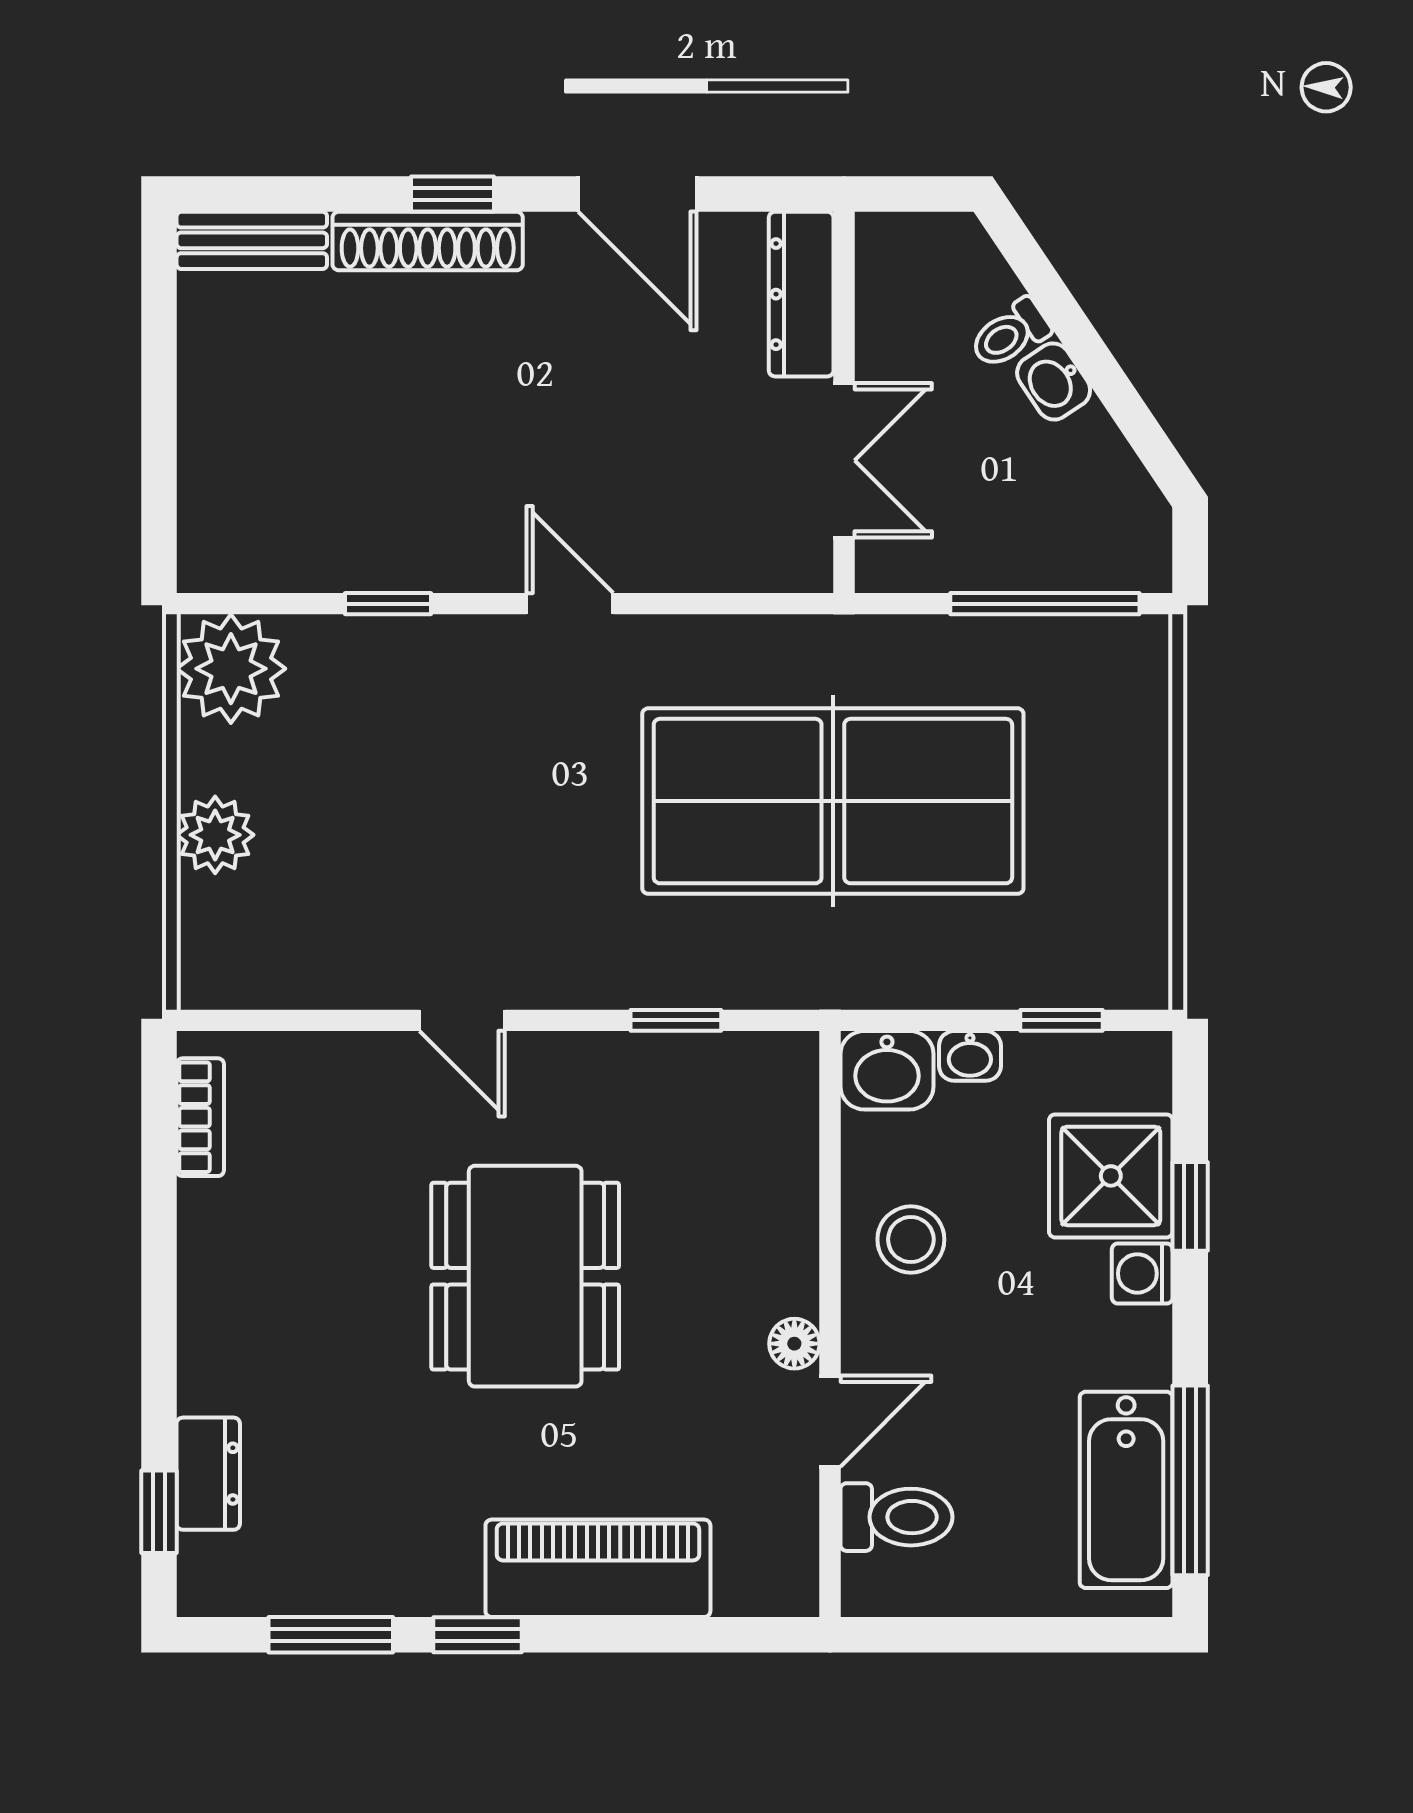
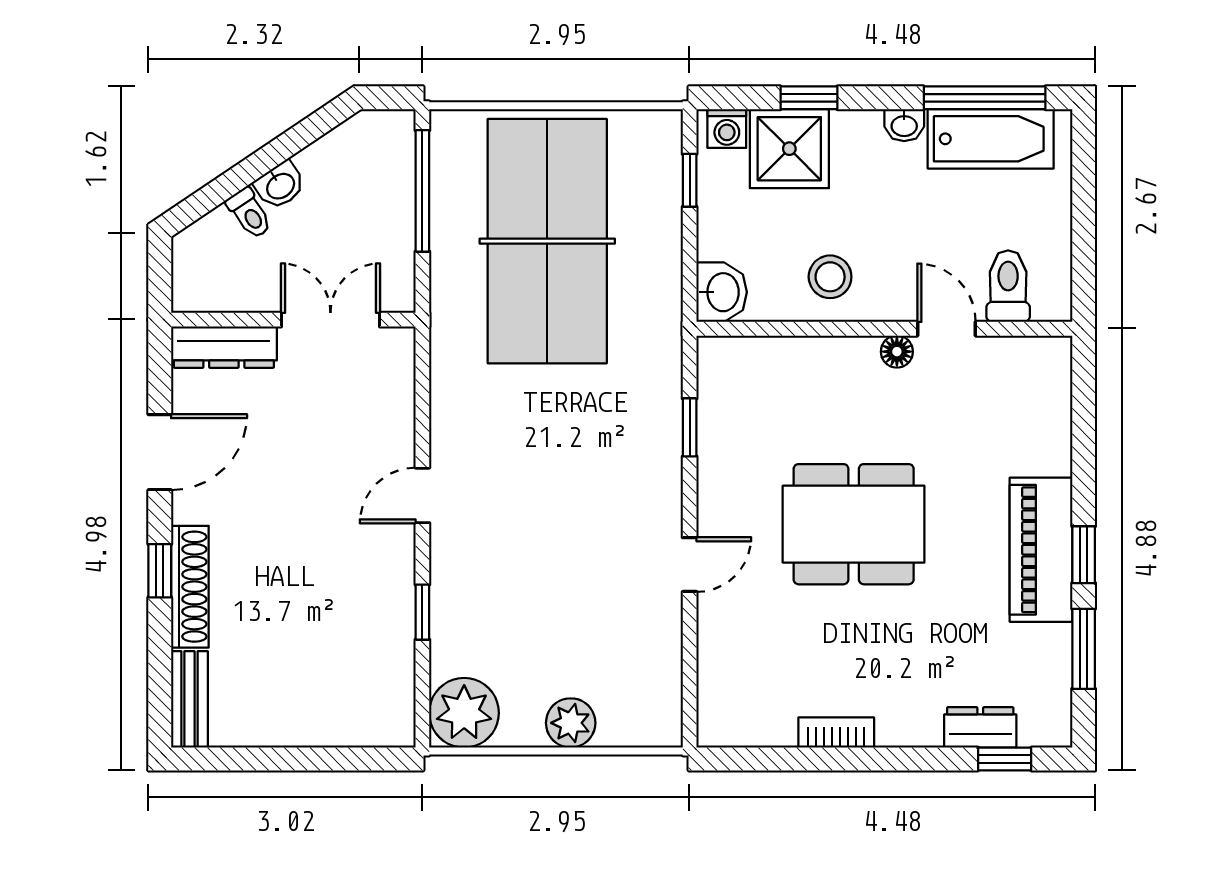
table tennis table: (833, 801) -> (547, 241), moved
washbasin: (970, 1056) -> (904, 125), moved, turned 90
bookcase: (200, 1117) -> (836, 733), moved
washing machine: (1142, 1273) -> (727, 129), moved
piano: (598, 1568) -> (1041, 550), moved

